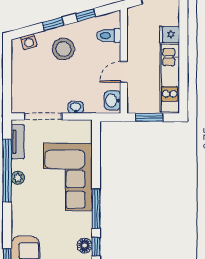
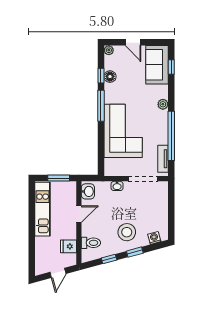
fridge: (169, 34) -> (69, 246), moved, turned 180
plant: (18, 178) -> (163, 104), moved

